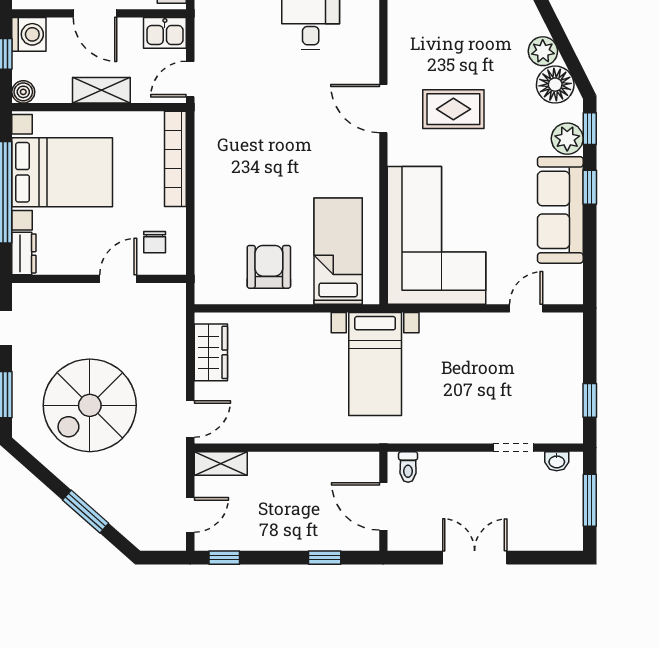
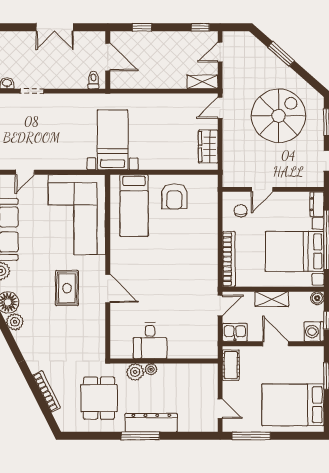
rug: (453, 109) -> (67, 288), turned 90

